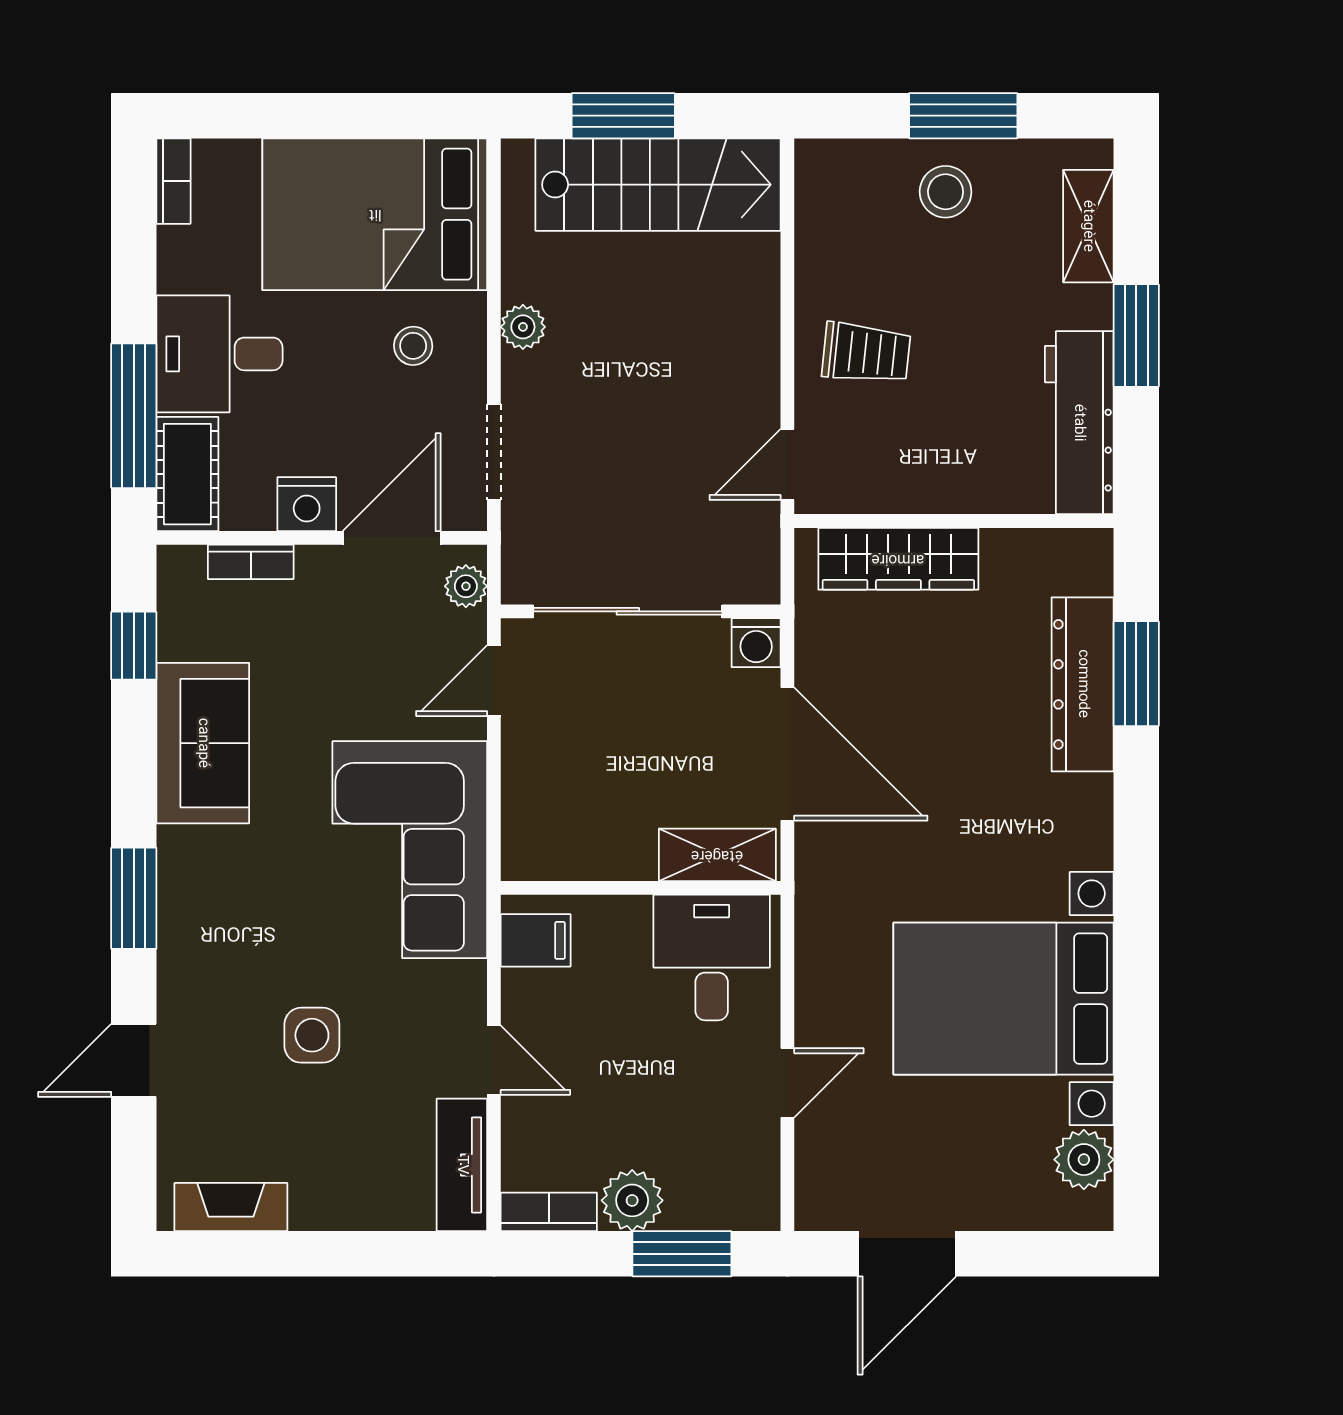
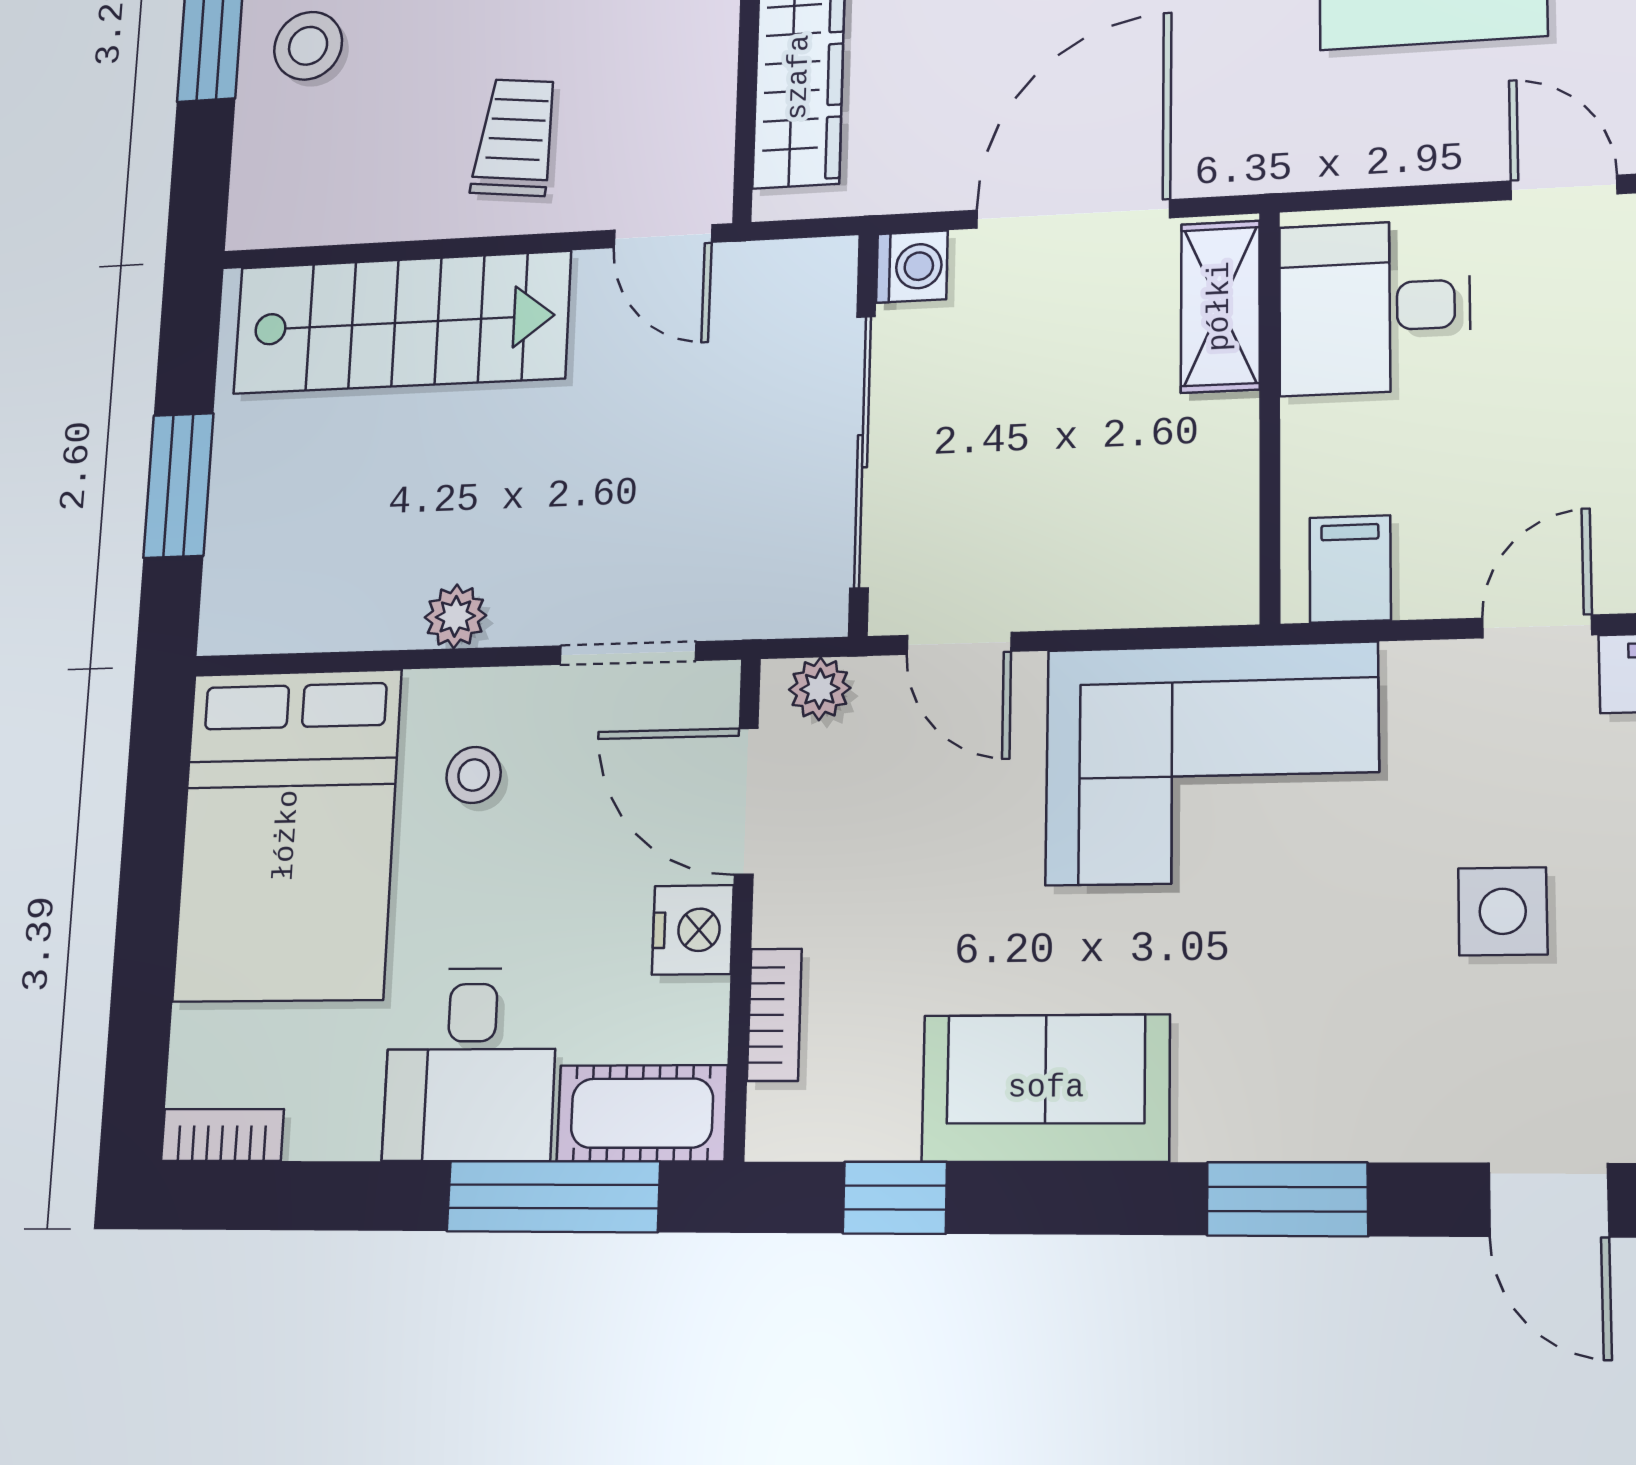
stairs: (658, 185) -> (401, 323), moved, turned 90

